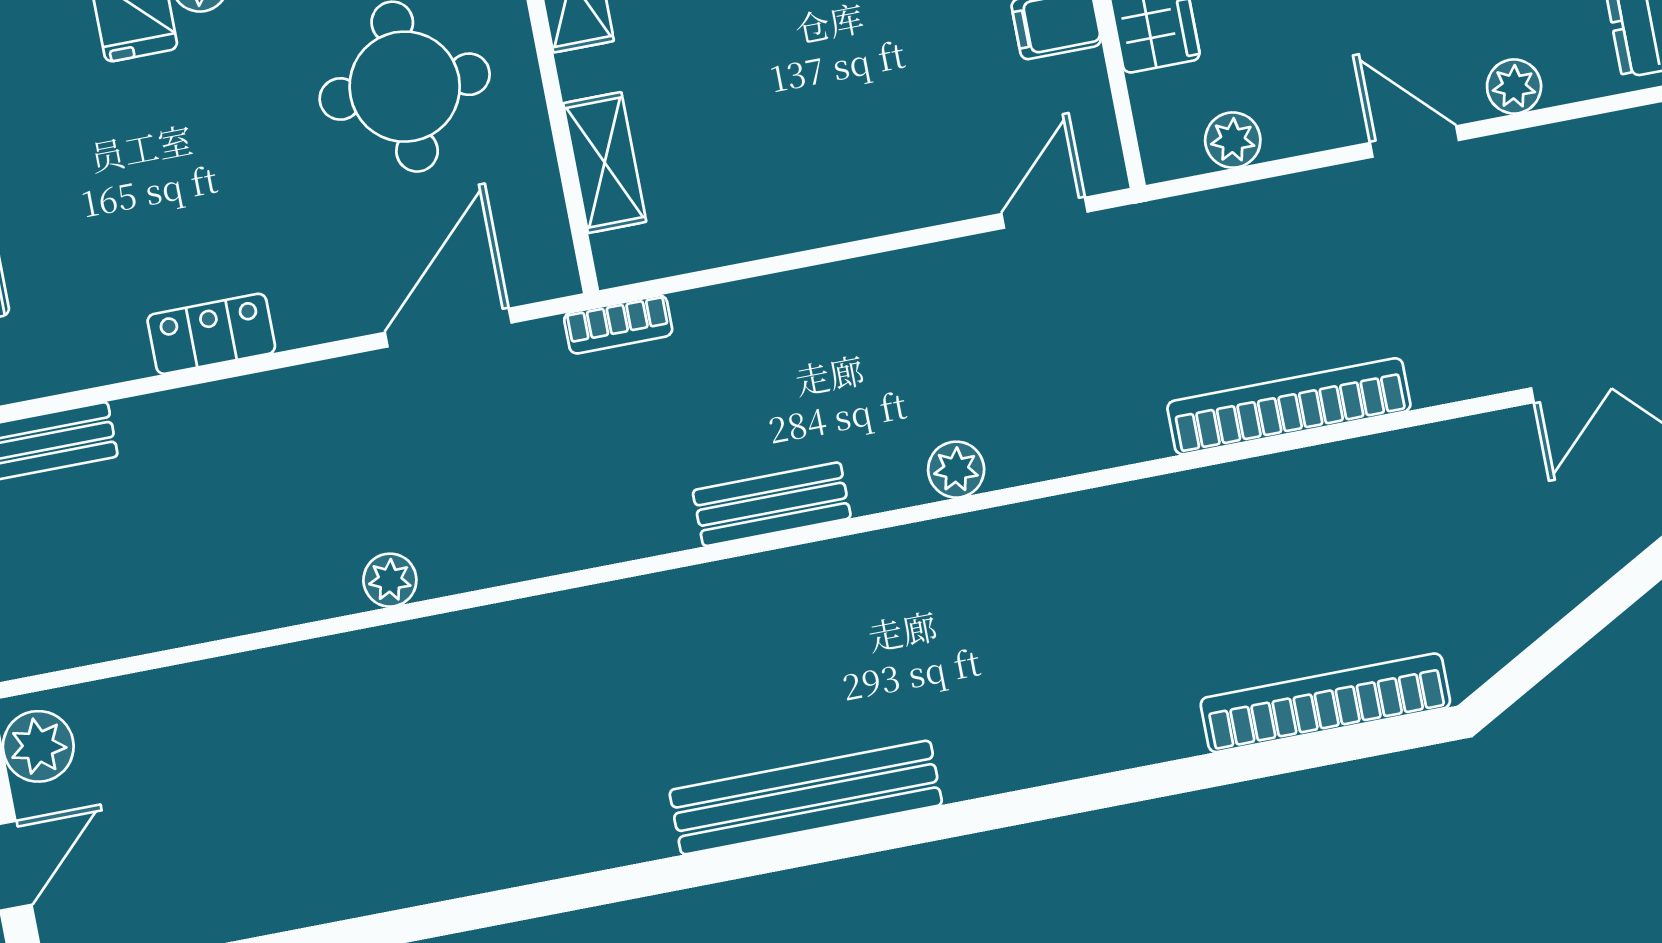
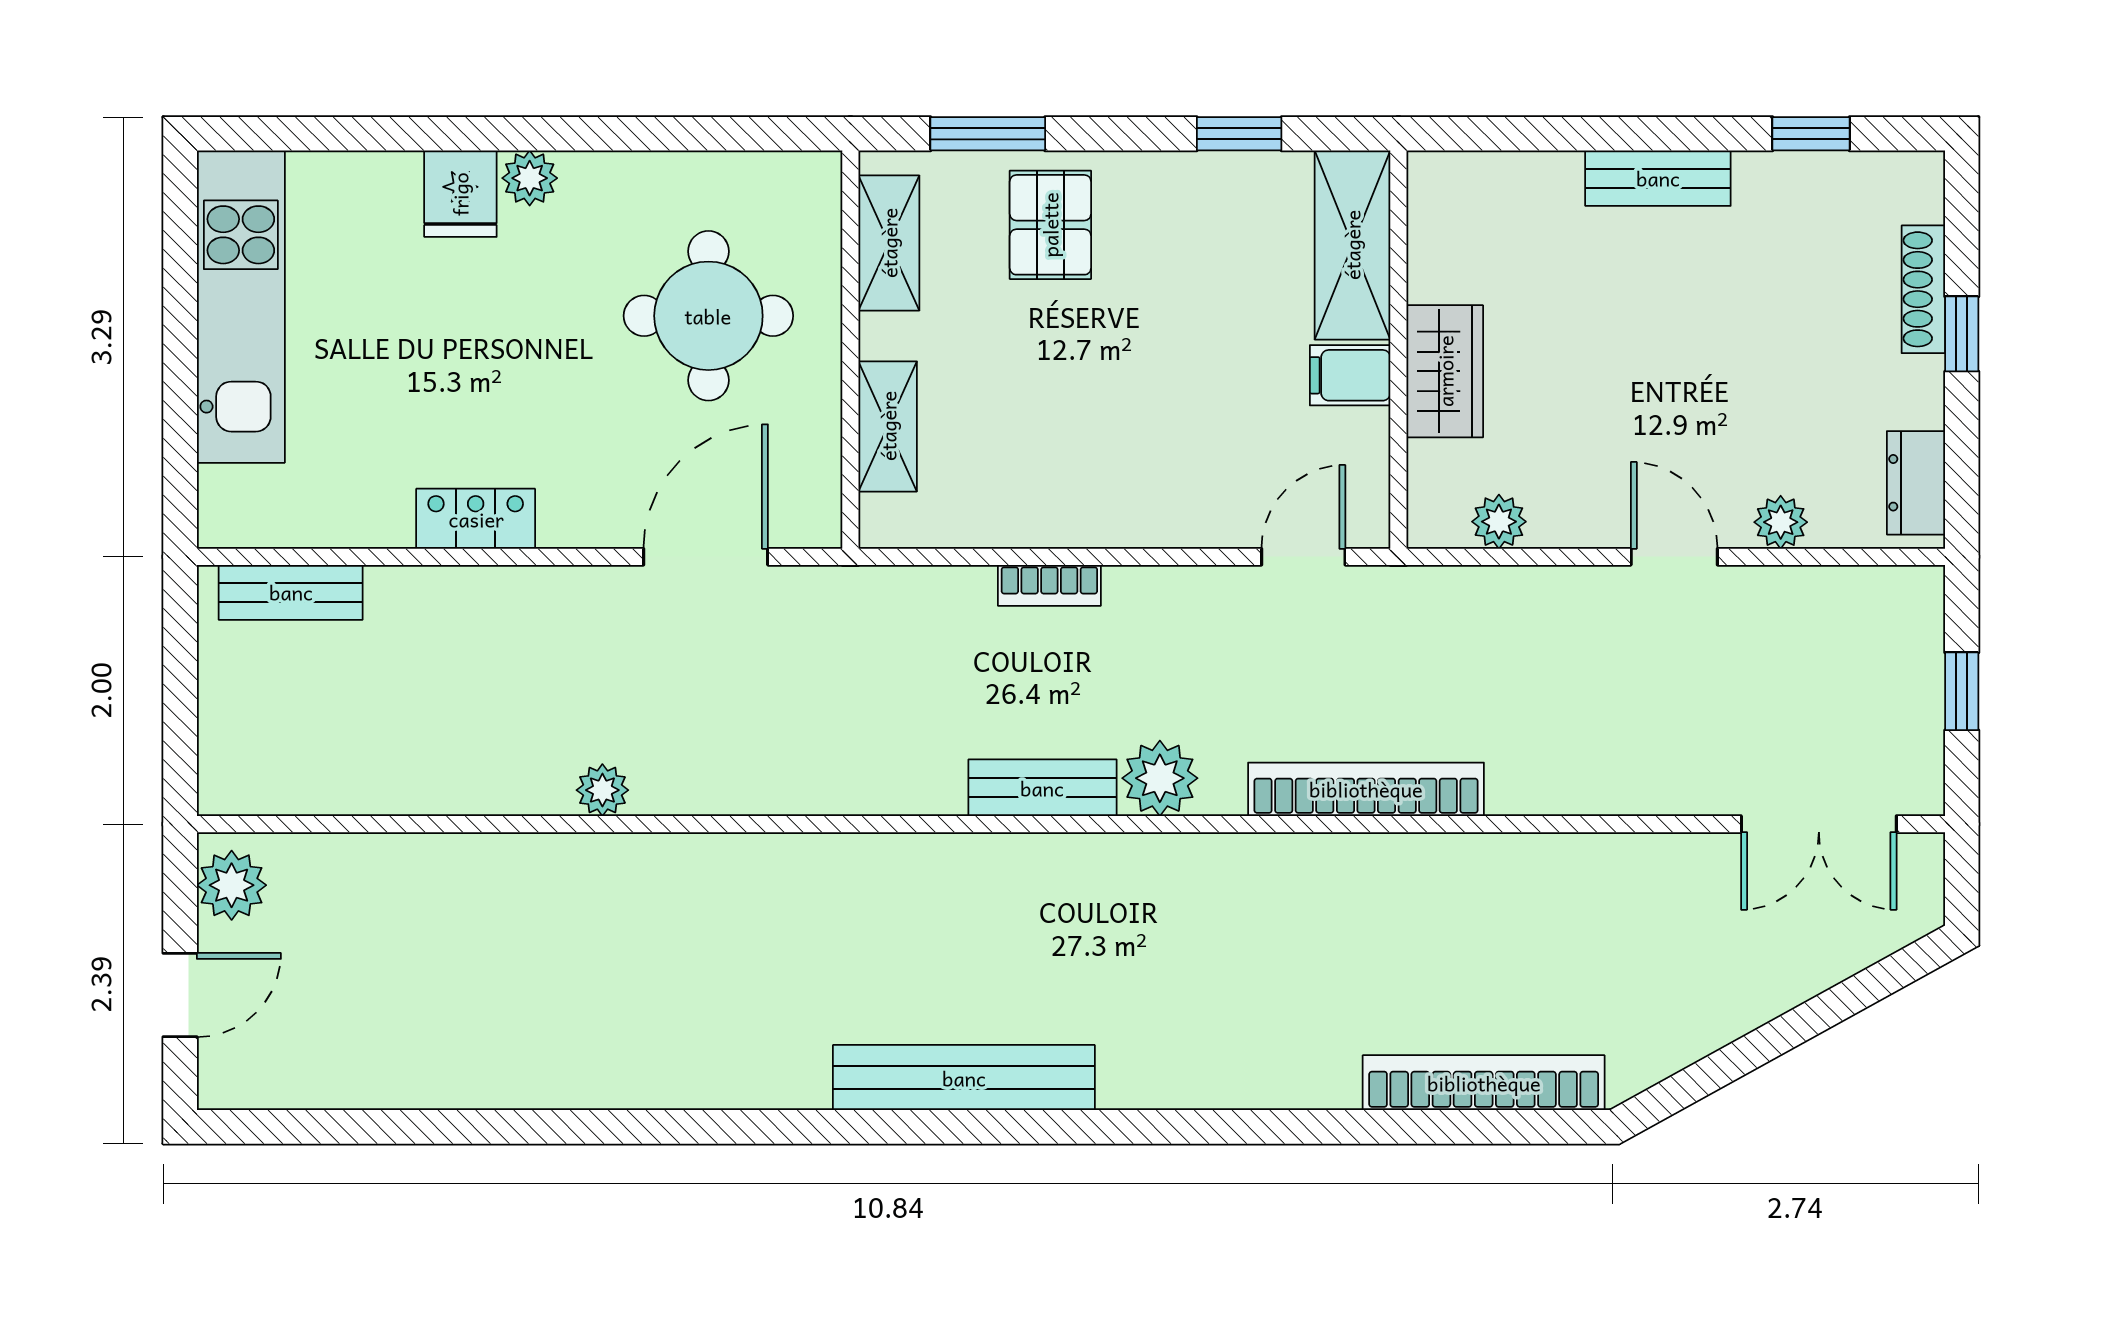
bookcase: (618, 324) -> (1049, 585), moved
bookcase: (1289, 406) -> (1366, 789), moved
plant: (956, 470) -> (1160, 778), width x1.38, depth x1.38
bench: (772, 504) -> (1042, 788), moved

